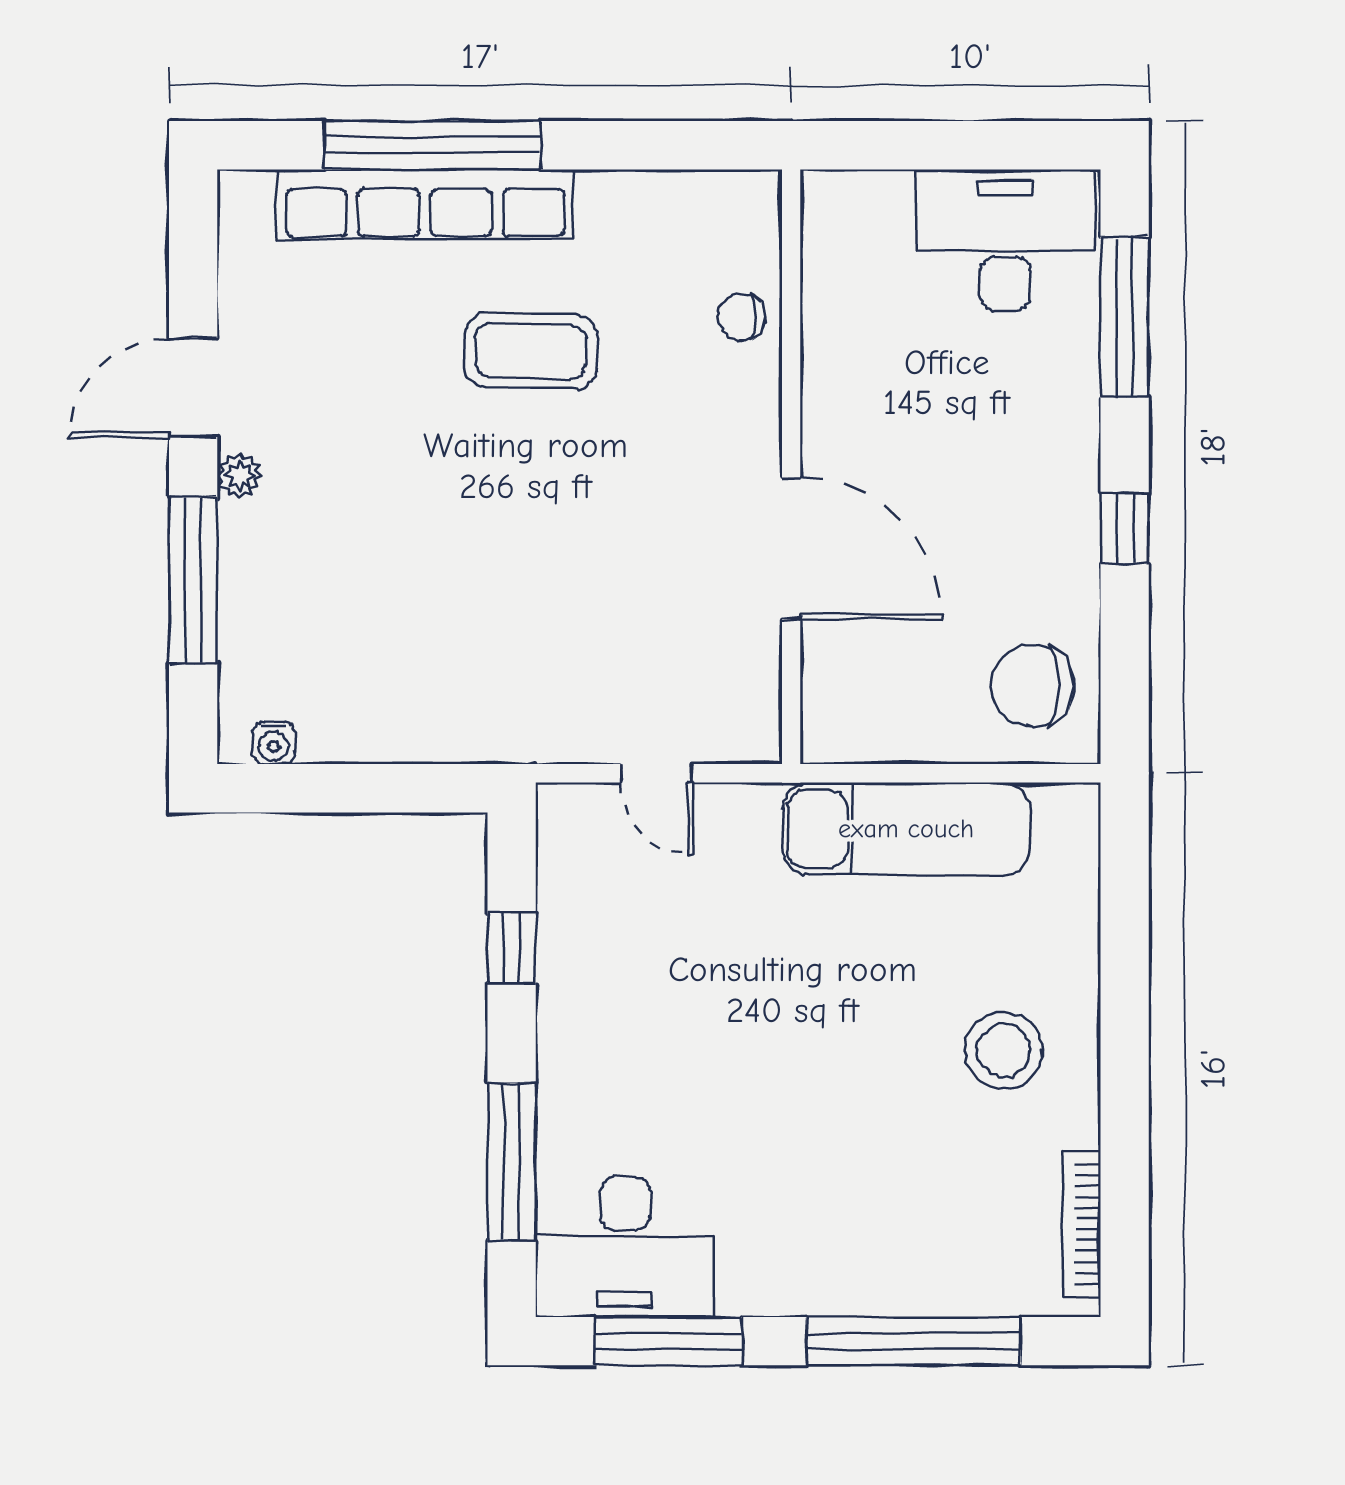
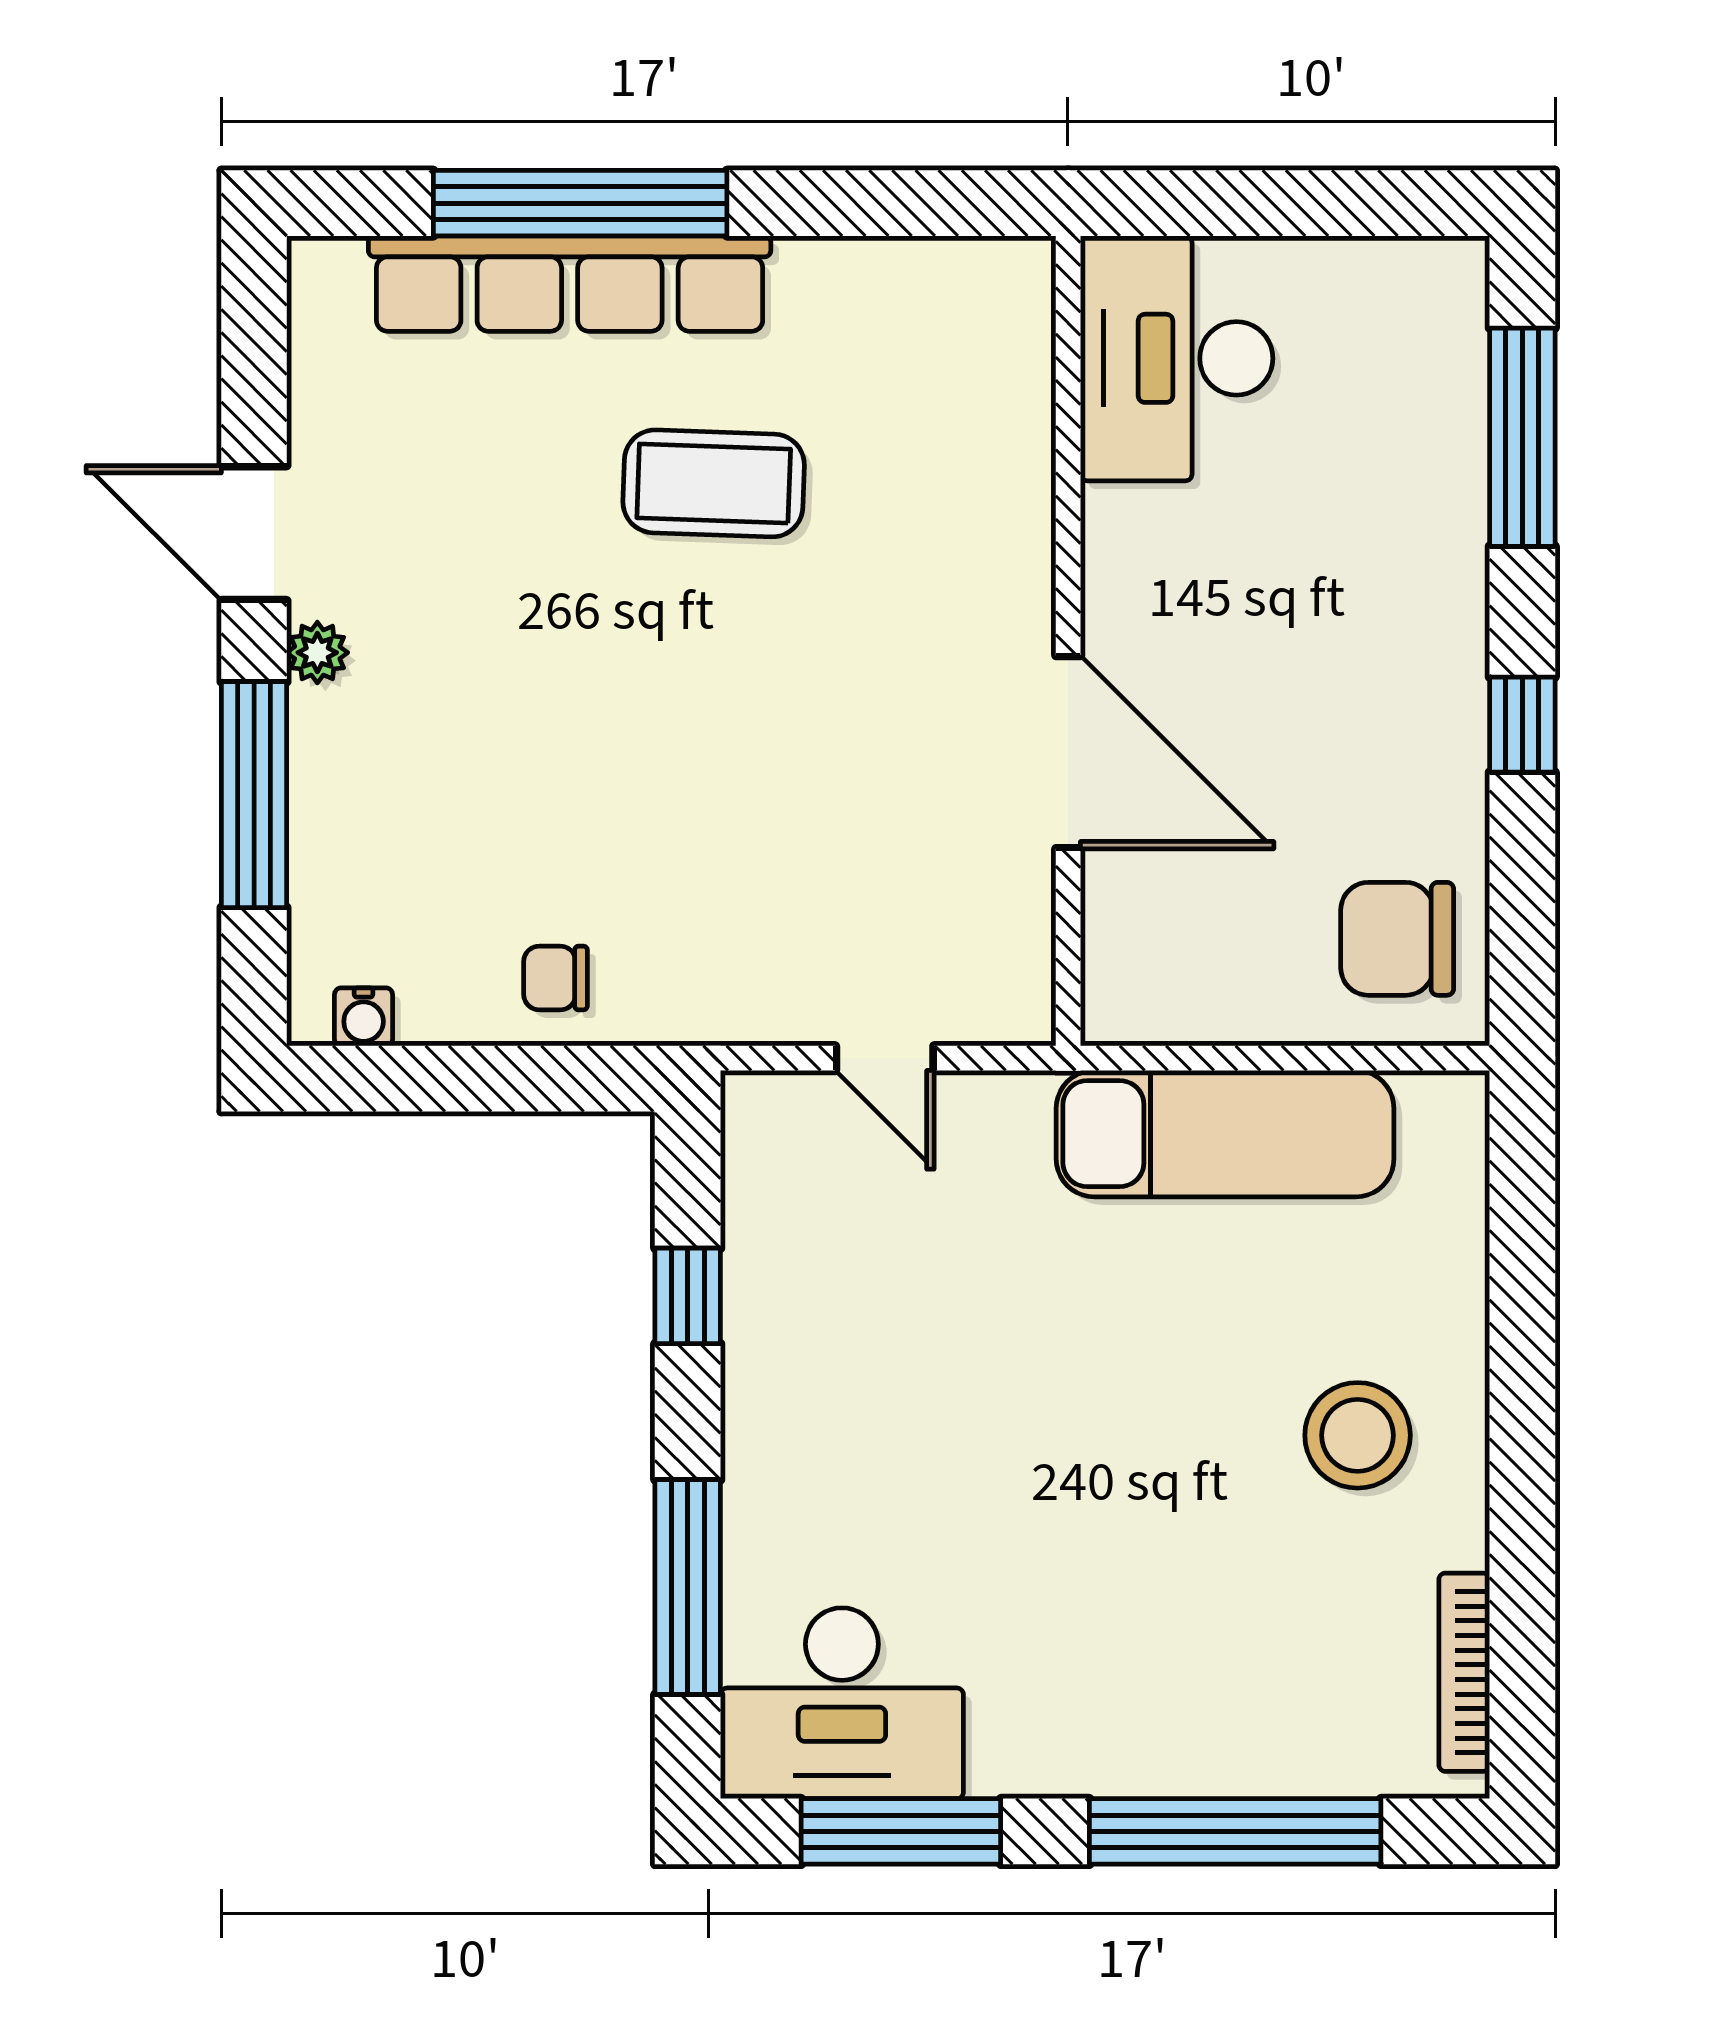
desk: (1005, 240) -> (1177, 358), moved, turned -90
chair: (741, 317) -> (555, 978), moved
door: (193, 388) -> (254, 533), hinge flipped

